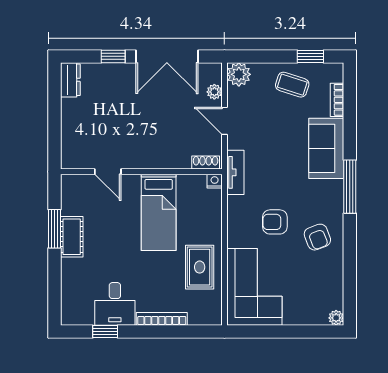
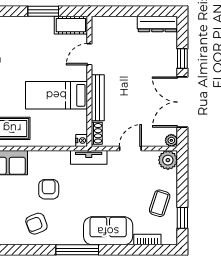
dresser: (70, 80) -> (157, 24), width x1.44
plant: (214, 92) -> (171, 140), moved
bench: (162, 161) -> (98, 98), added
cot: (72, 237) -> (71, 25), moved

